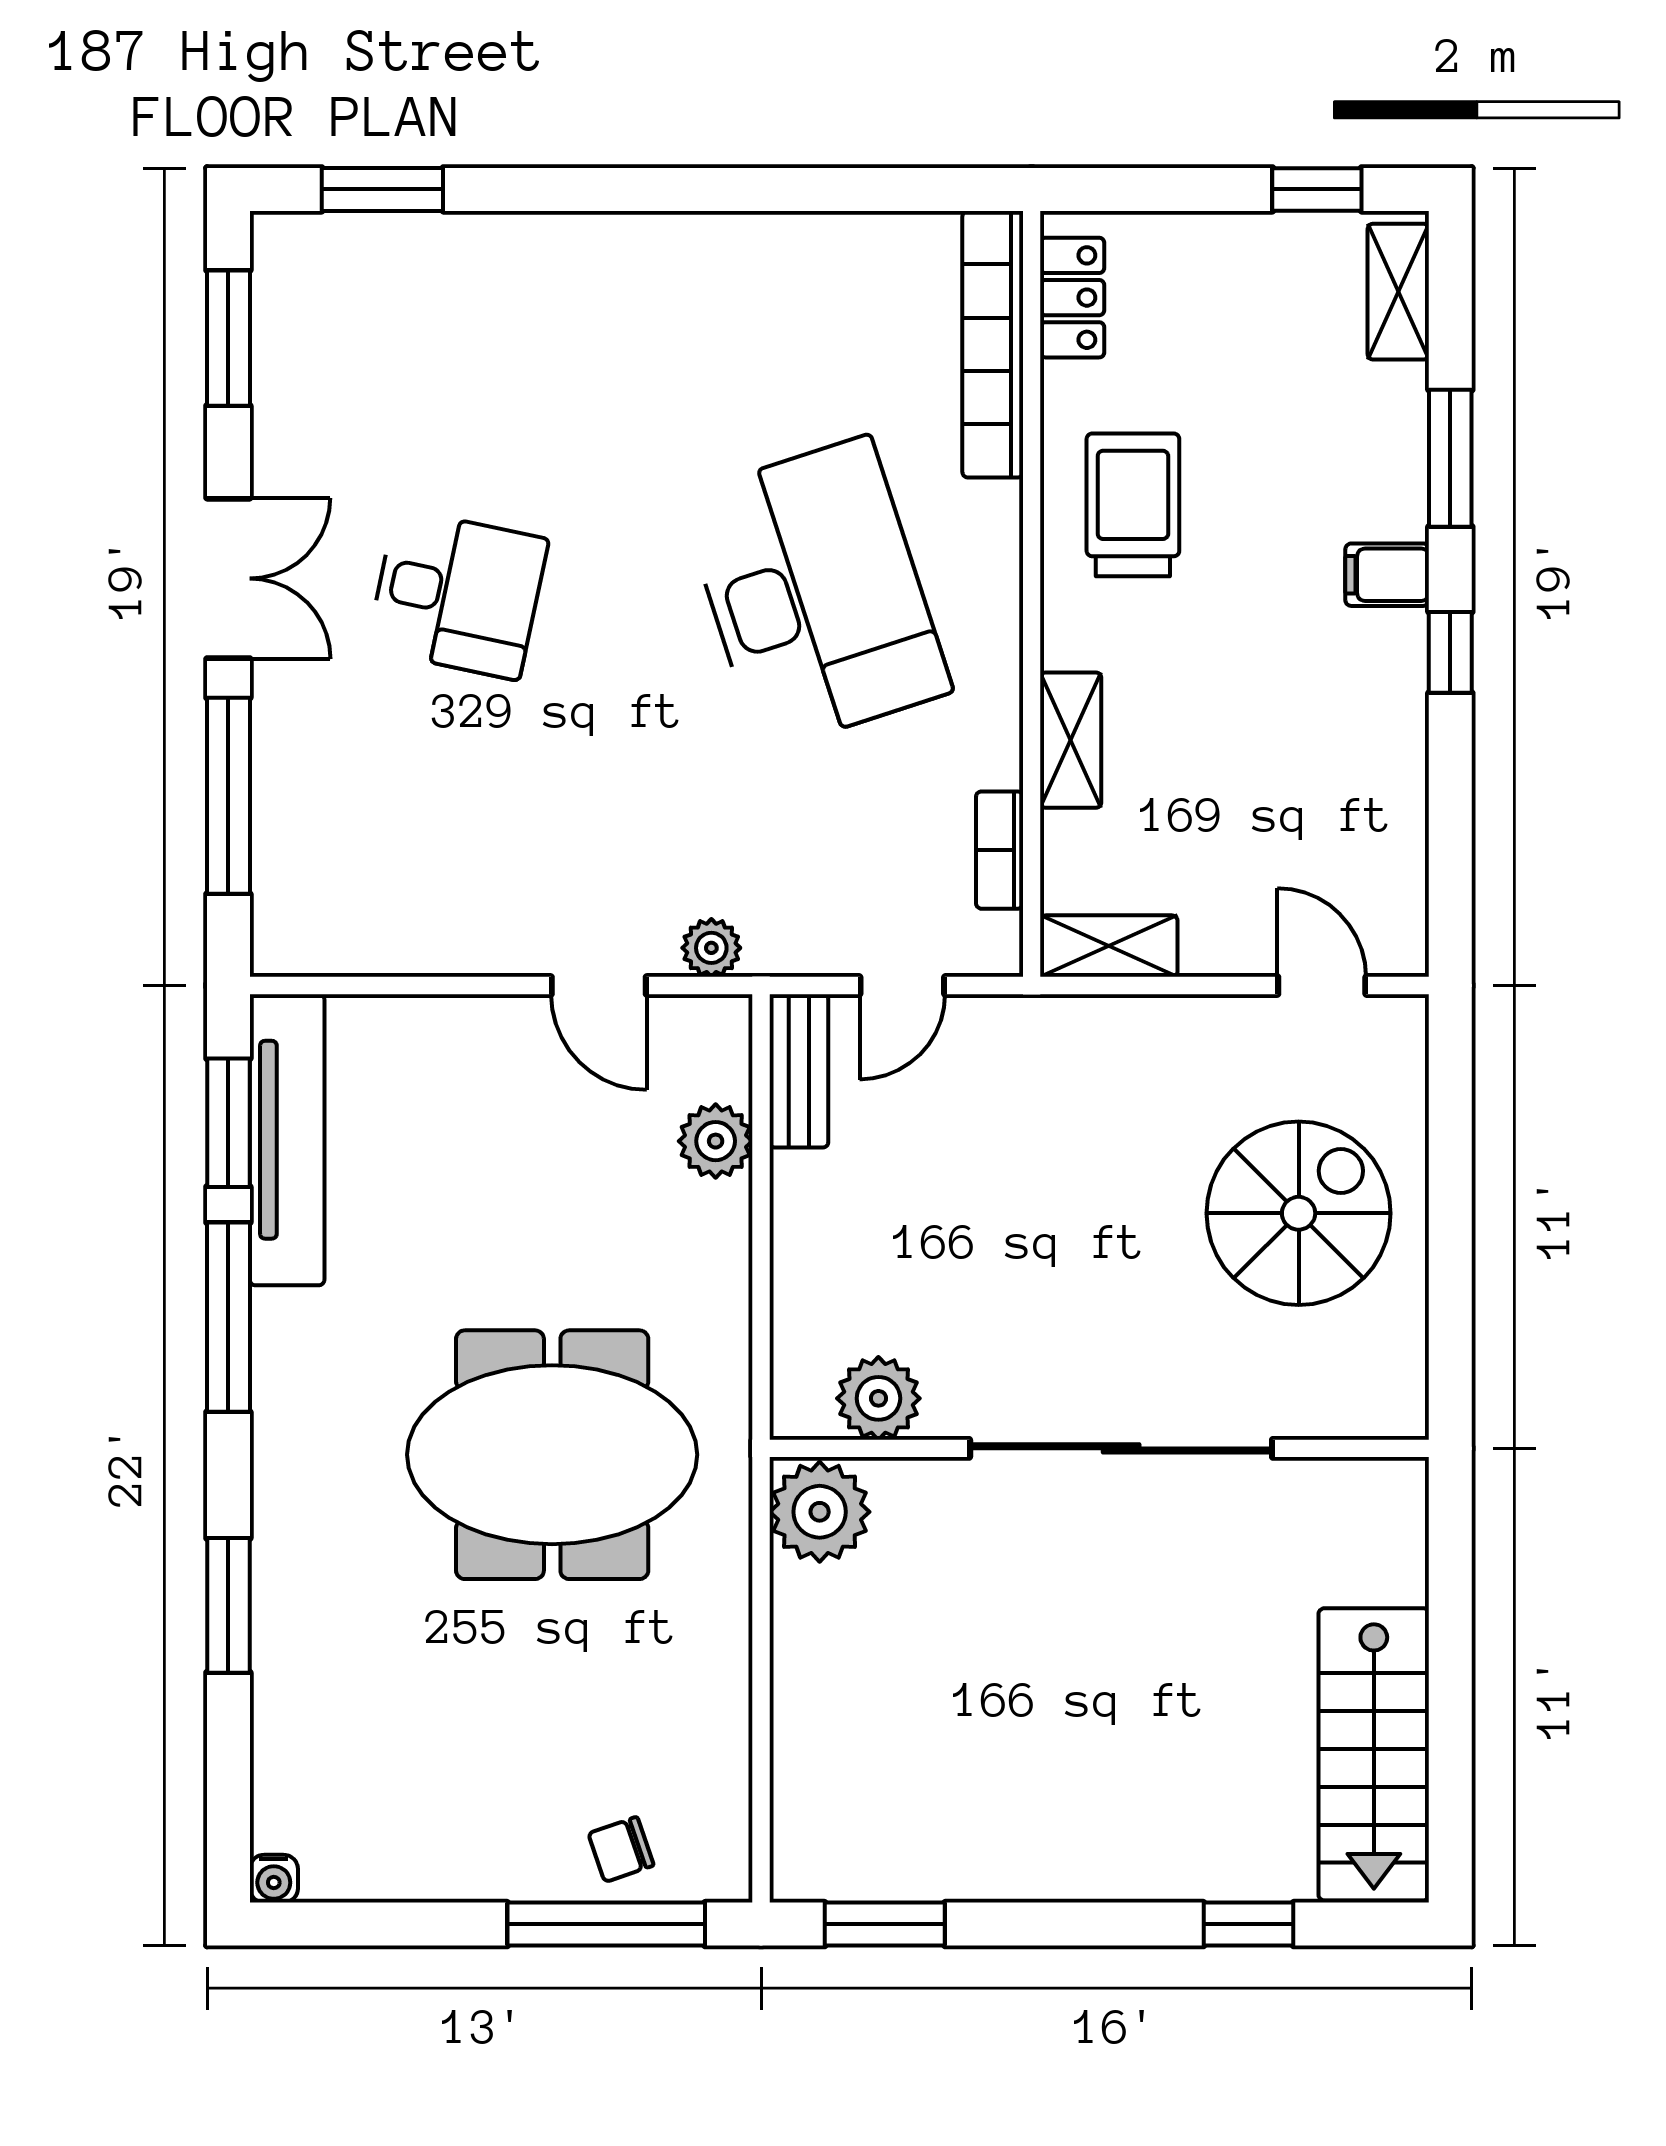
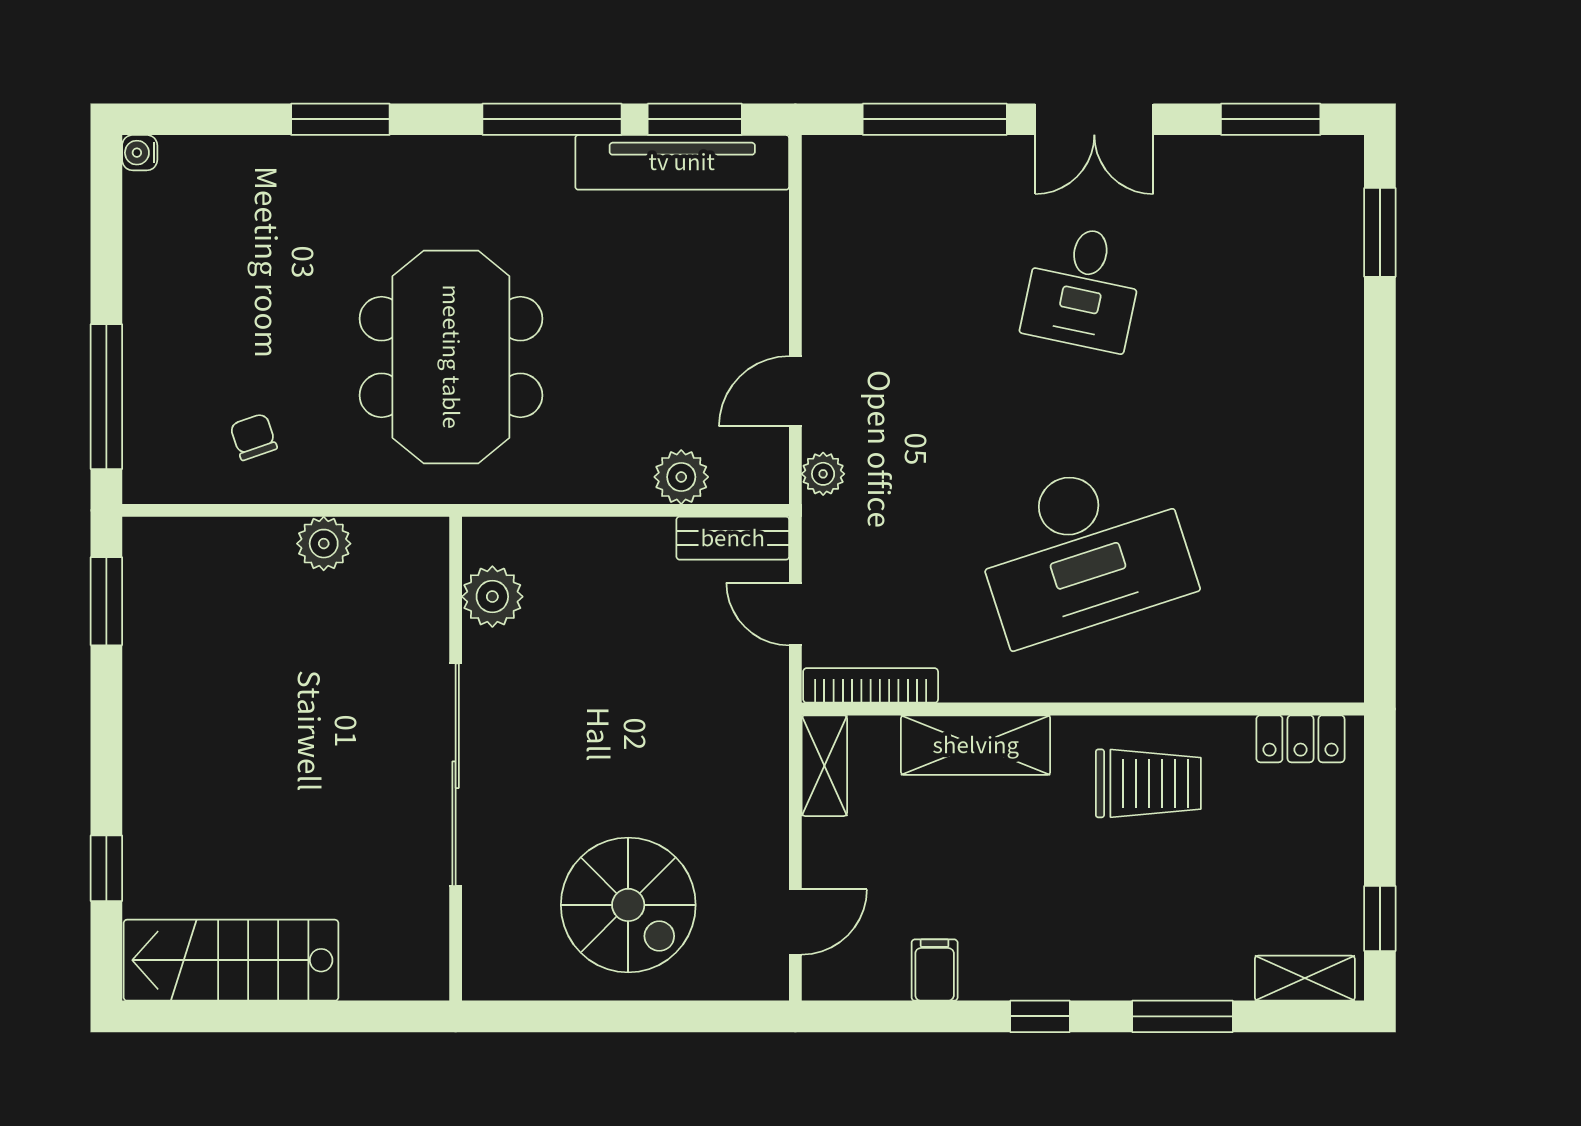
bookcase: (993, 344) -> (1266, 680), removed
filing cabinet: (1387, 575) -> (935, 970), moved
shelving: (1071, 740) -> (976, 745), width x1.50, depth x1.33
bookcase: (1000, 850) -> (871, 685), width x1.56
plant: (820, 1512) -> (324, 544), moved, width x0.73, depth x0.73
chair: (621, 1849) -> (253, 437), moved

